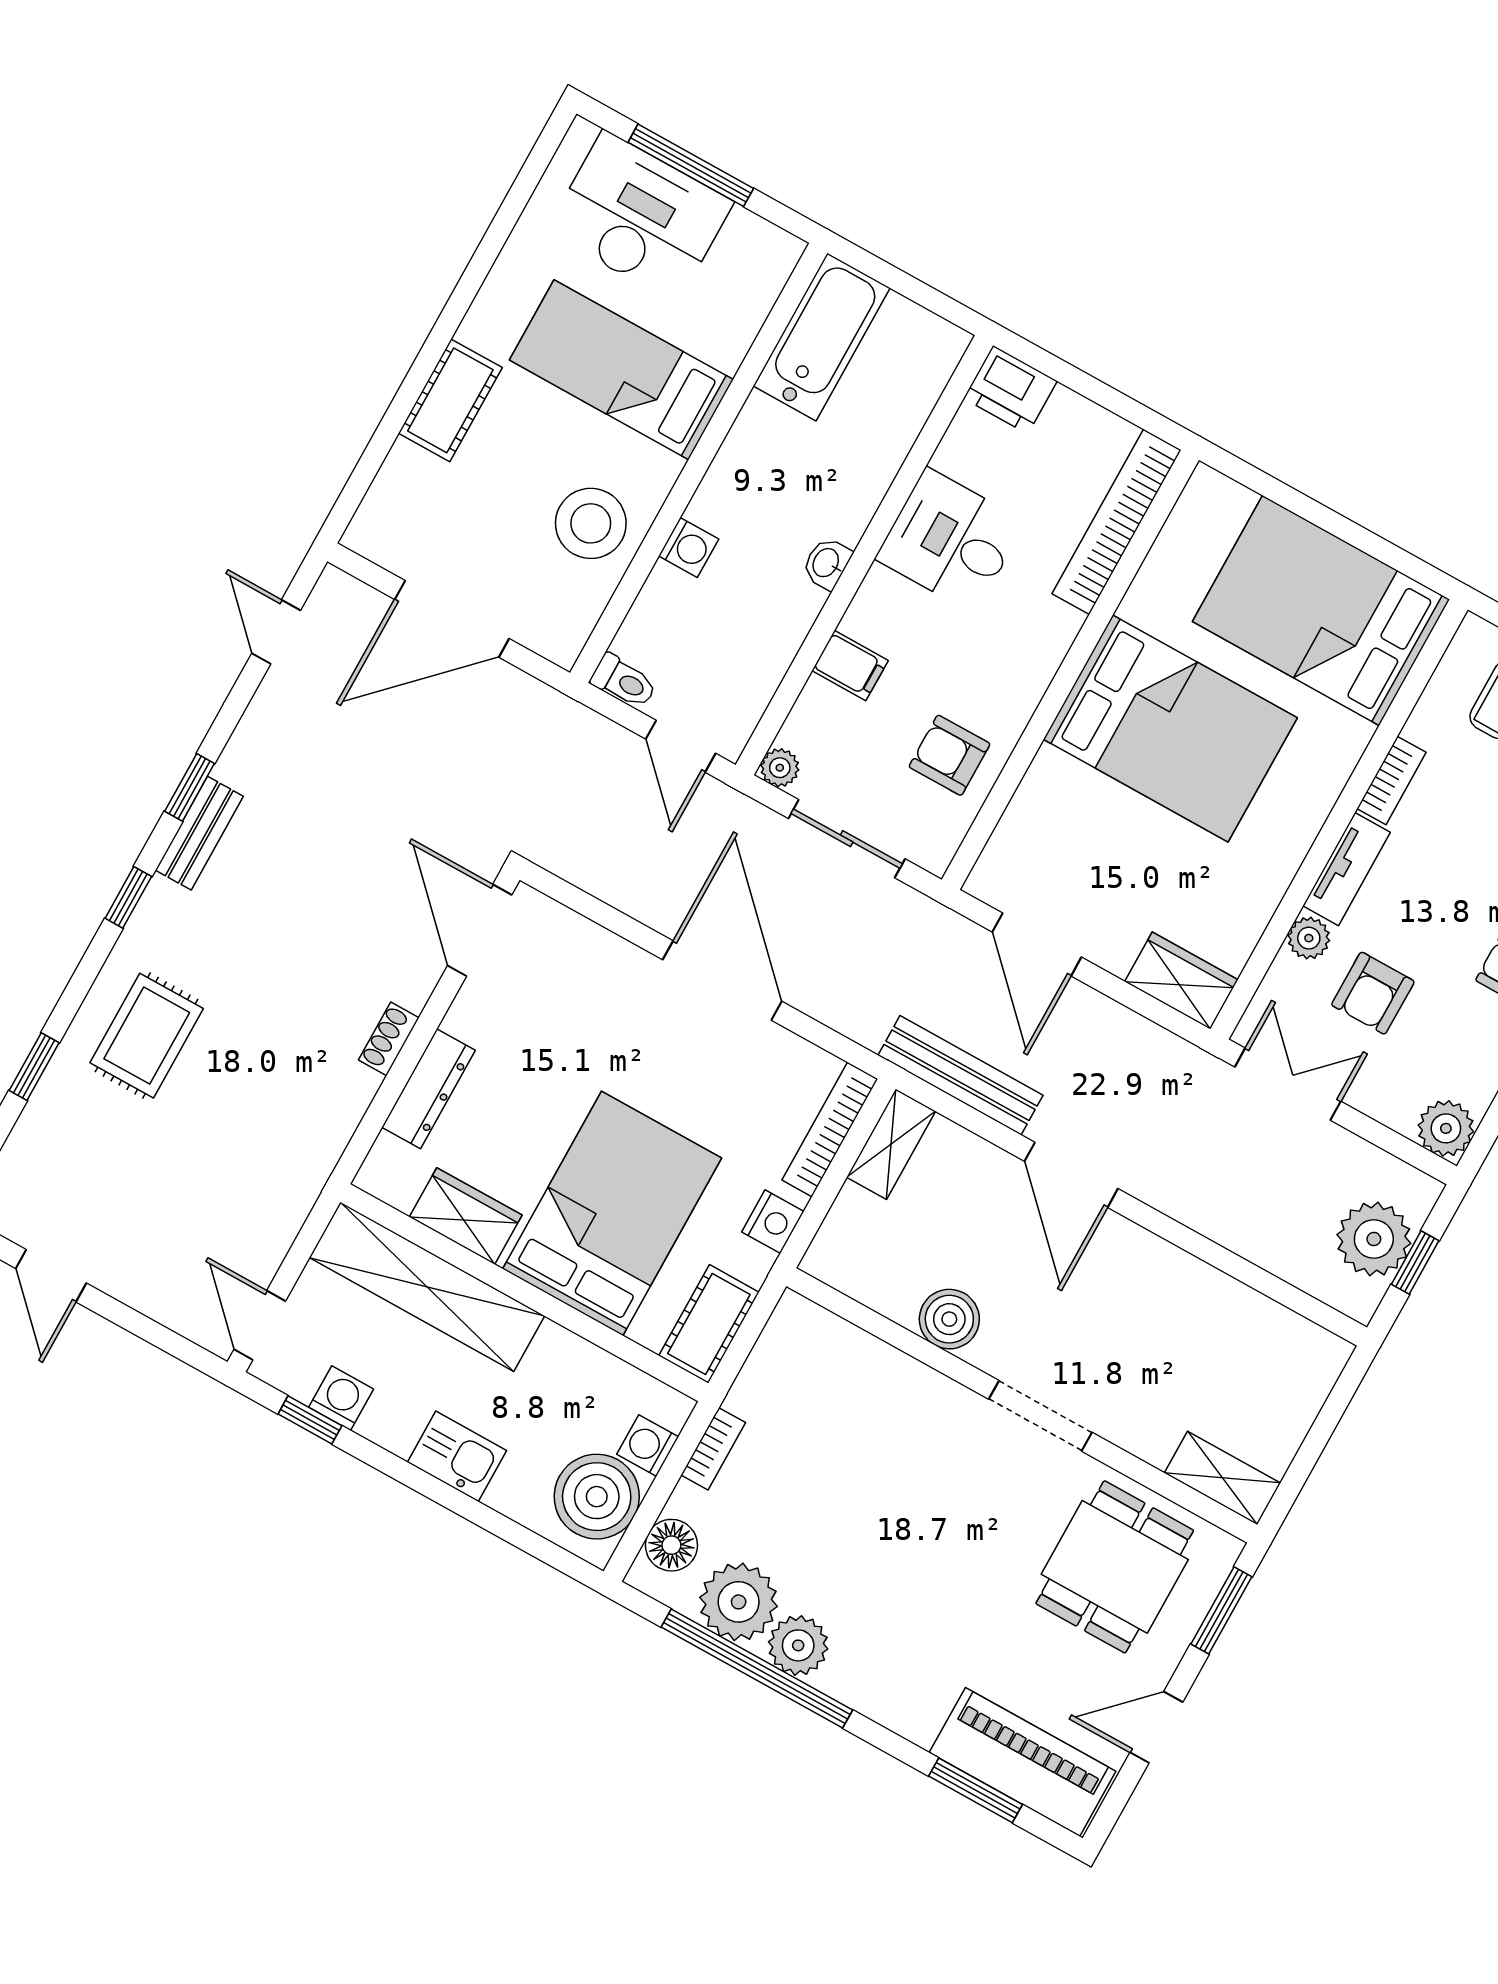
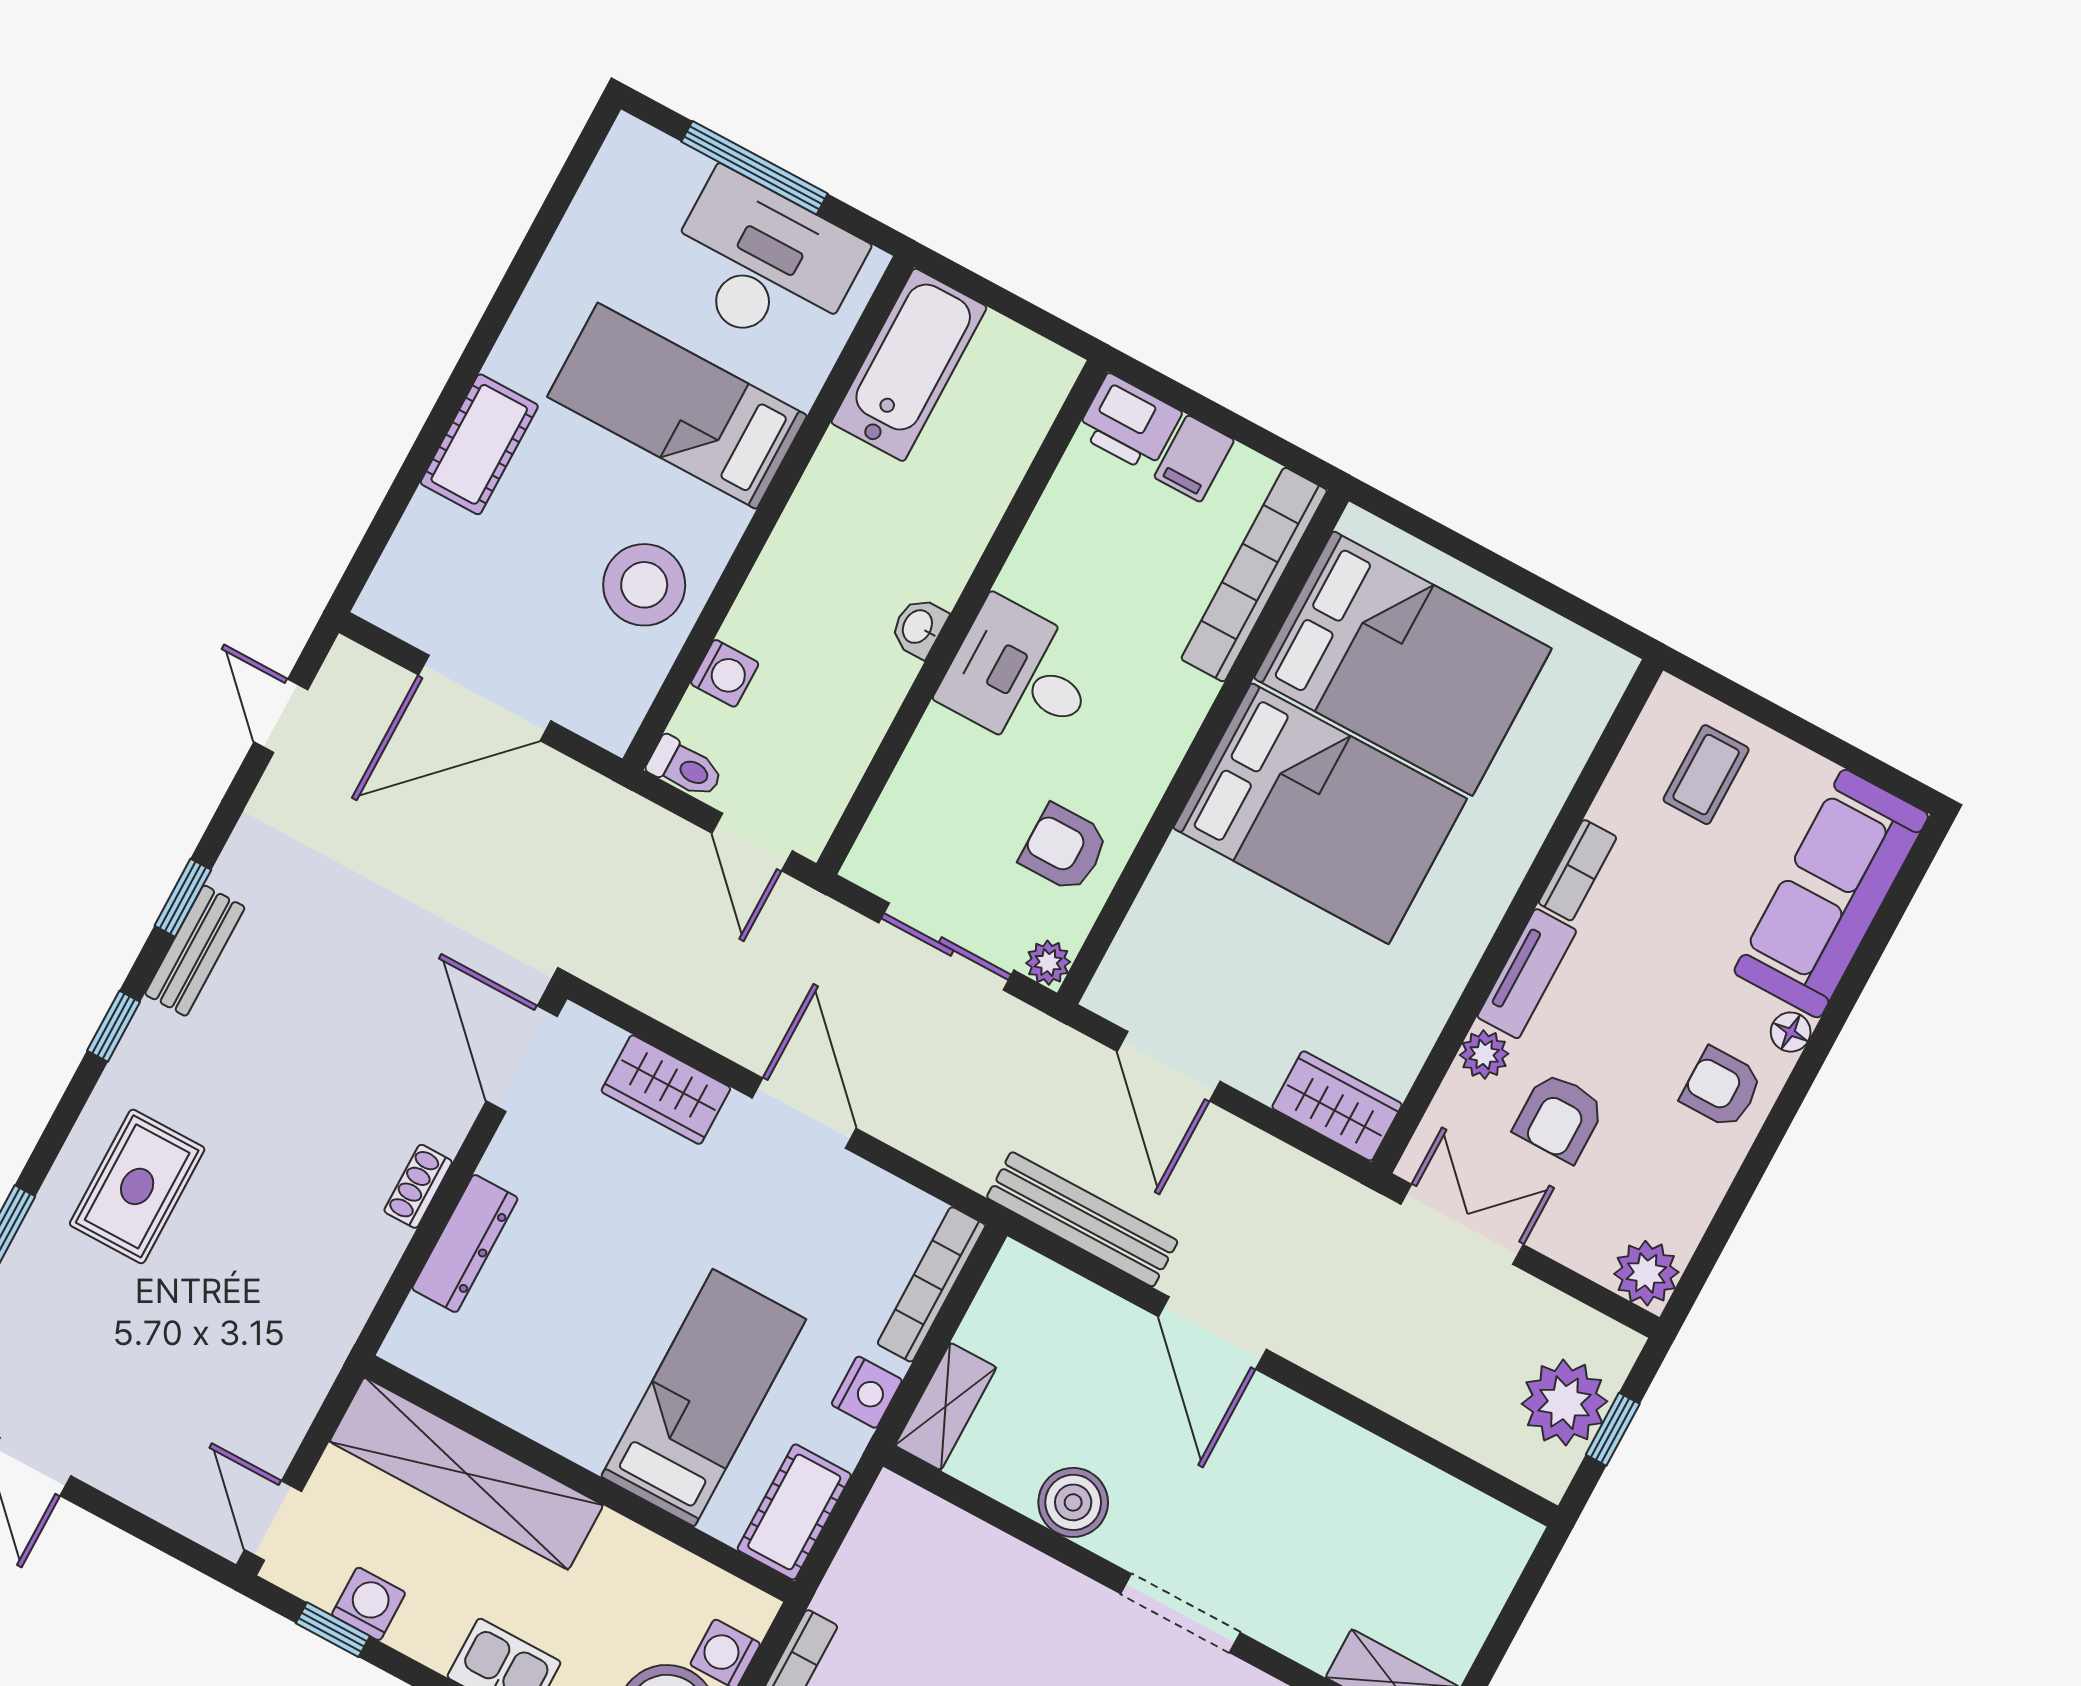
desk: (640, 217) -> (763, 264), moved
desk: (950, 540) -> (1020, 676), moved
washing machine: (689, 548) -> (725, 673), moved
bed: (1321, 611) -> (1403, 663), moved, turned 180
filing cabinet: (850, 666) -> (1194, 459), moved, turned 90
plant: (780, 768) -> (1048, 963), moved
door: (722, 981) -> (804, 1113), width x0.73
shelving: (891, 1144) -> (946, 1406), moved
bed: (612, 1213) -> (704, 1398), width x0.67
wardrobe: (466, 1216) -> (666, 1090), moved, turned 180

